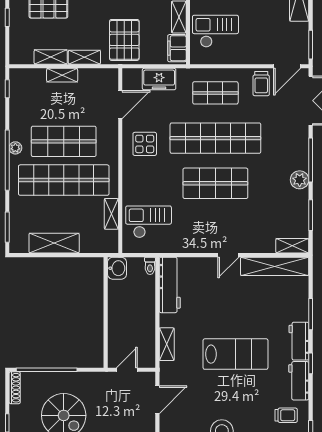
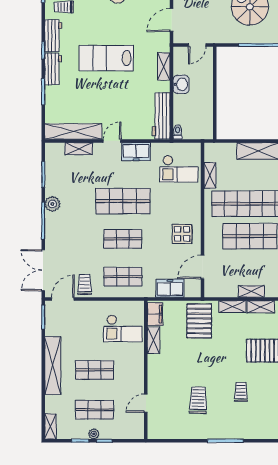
shop shelf: (215, 138) -> (123, 239), width x0.50, depth x0.74
freezer: (200, 242) -> (136, 152), added
shelving: (292, 246) -> (79, 149), moved
washbasin: (117, 268) -> (181, 84), moved, turned 180

